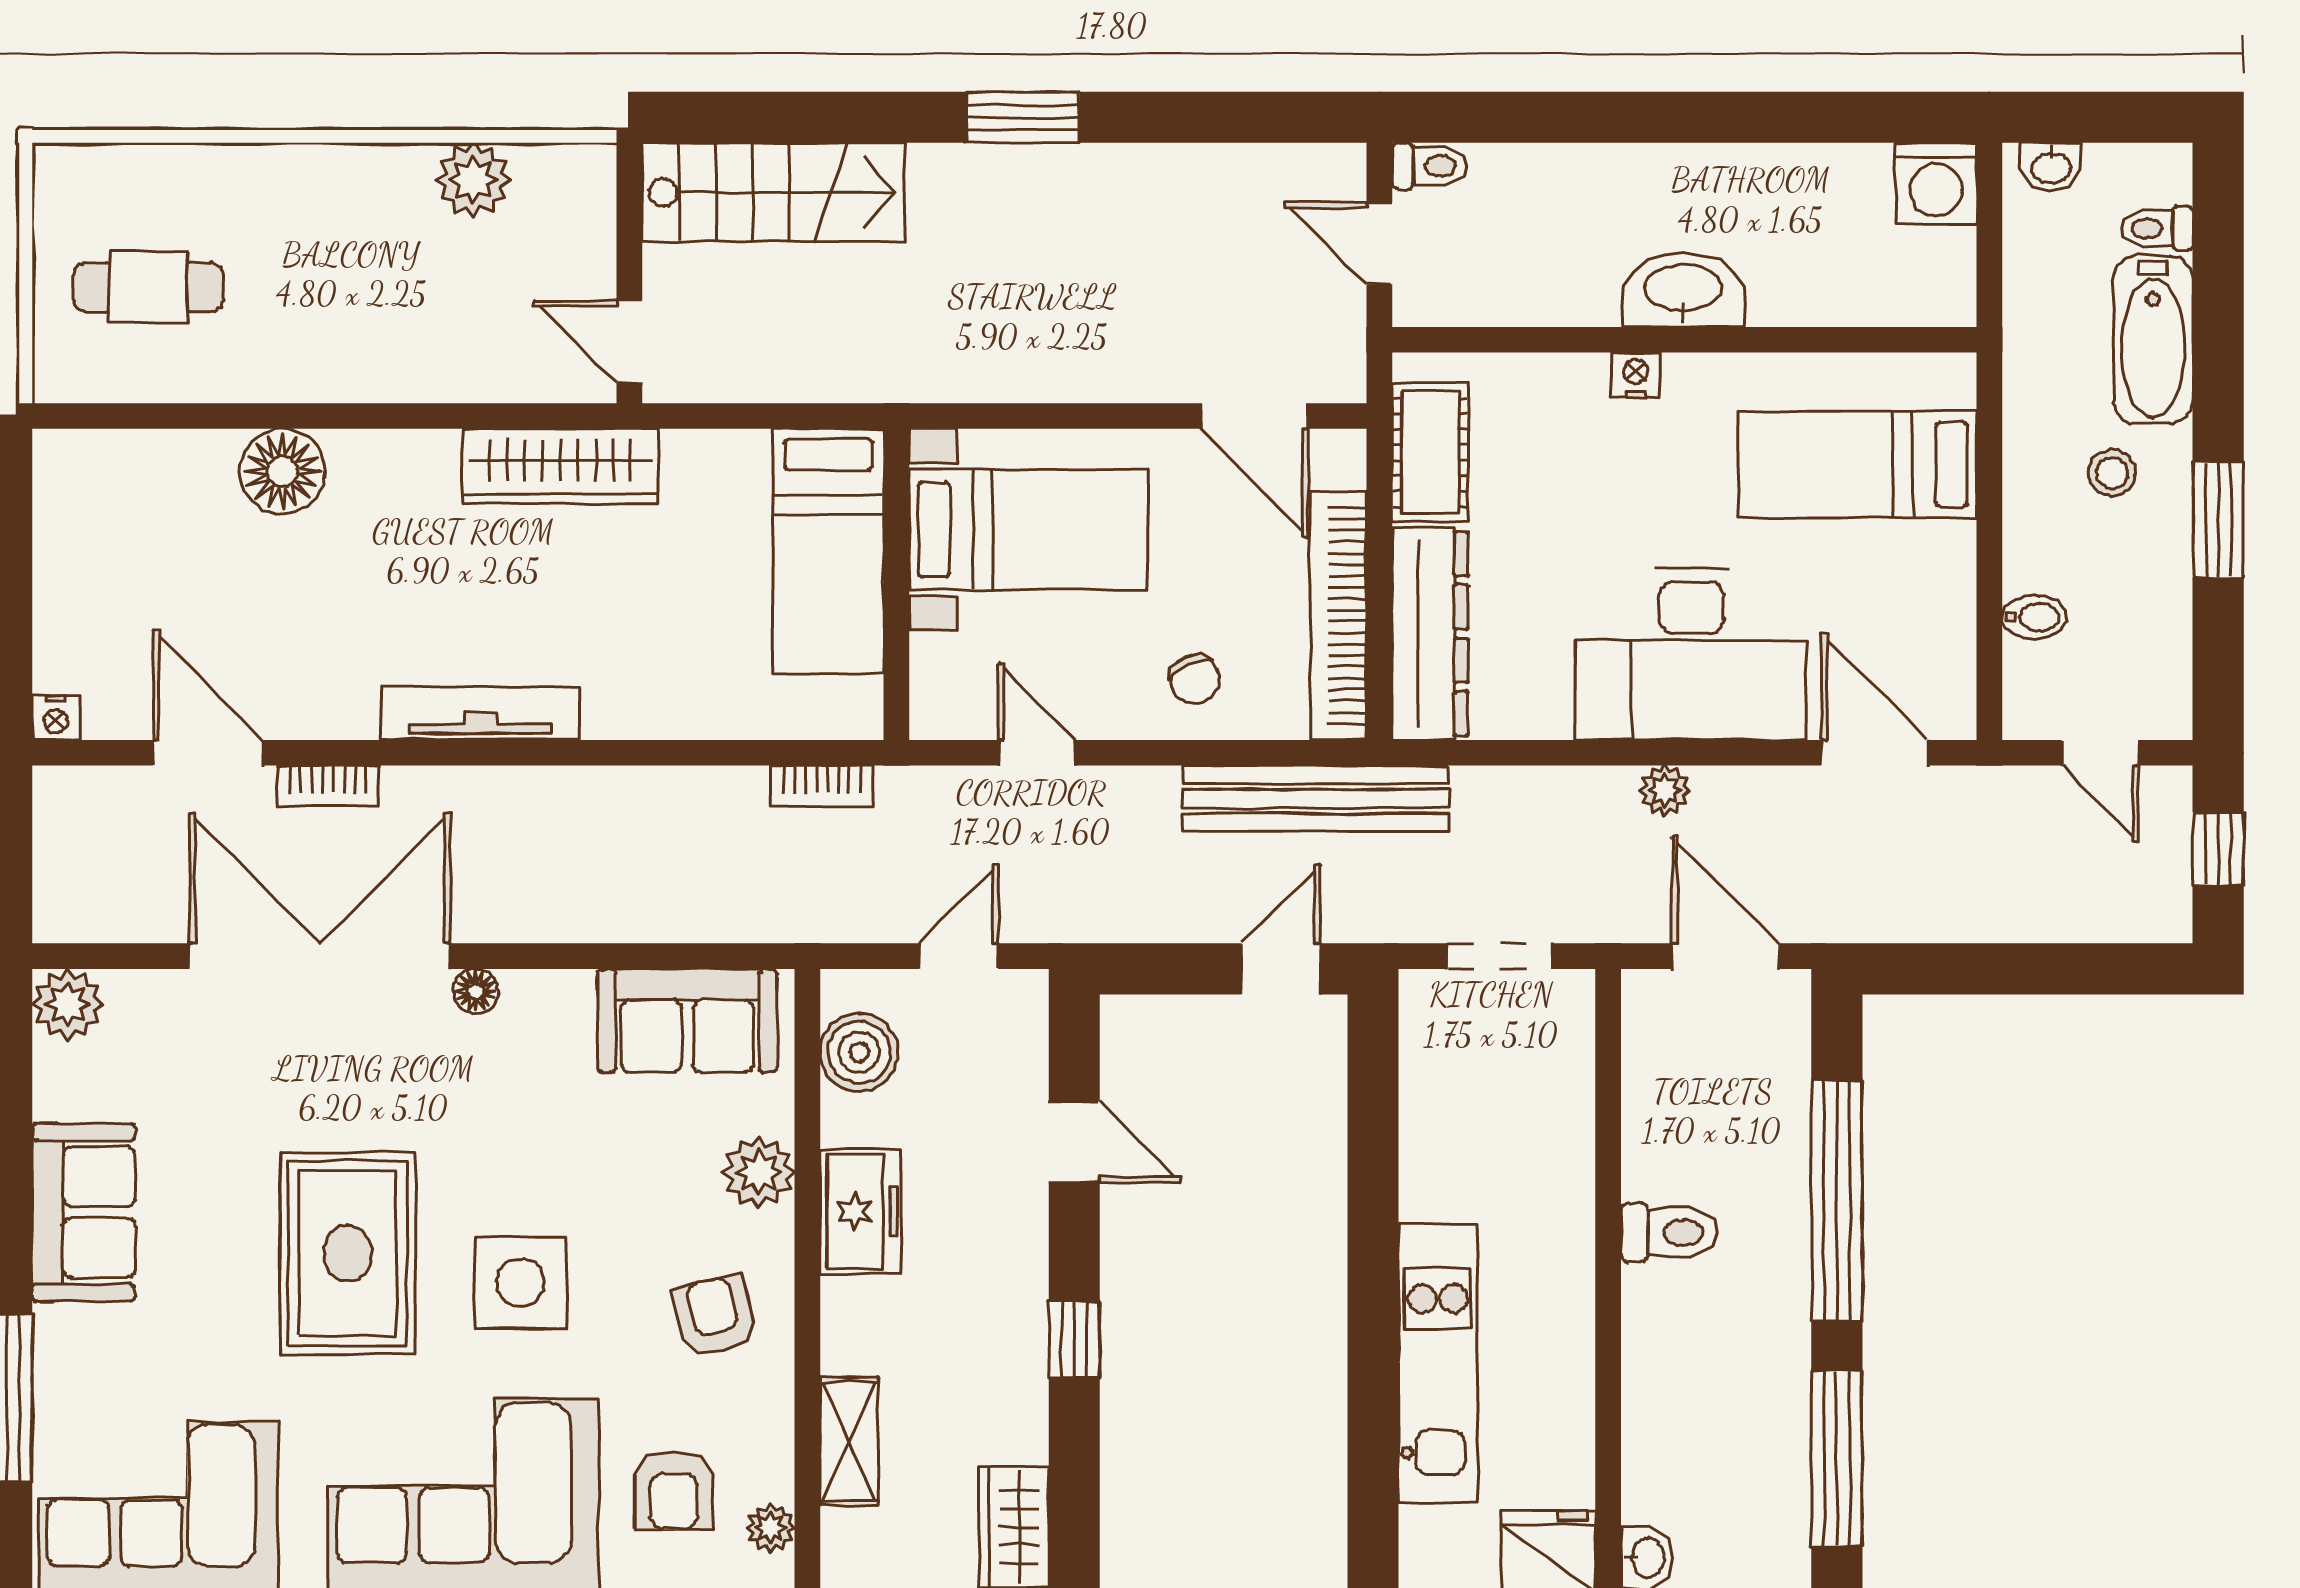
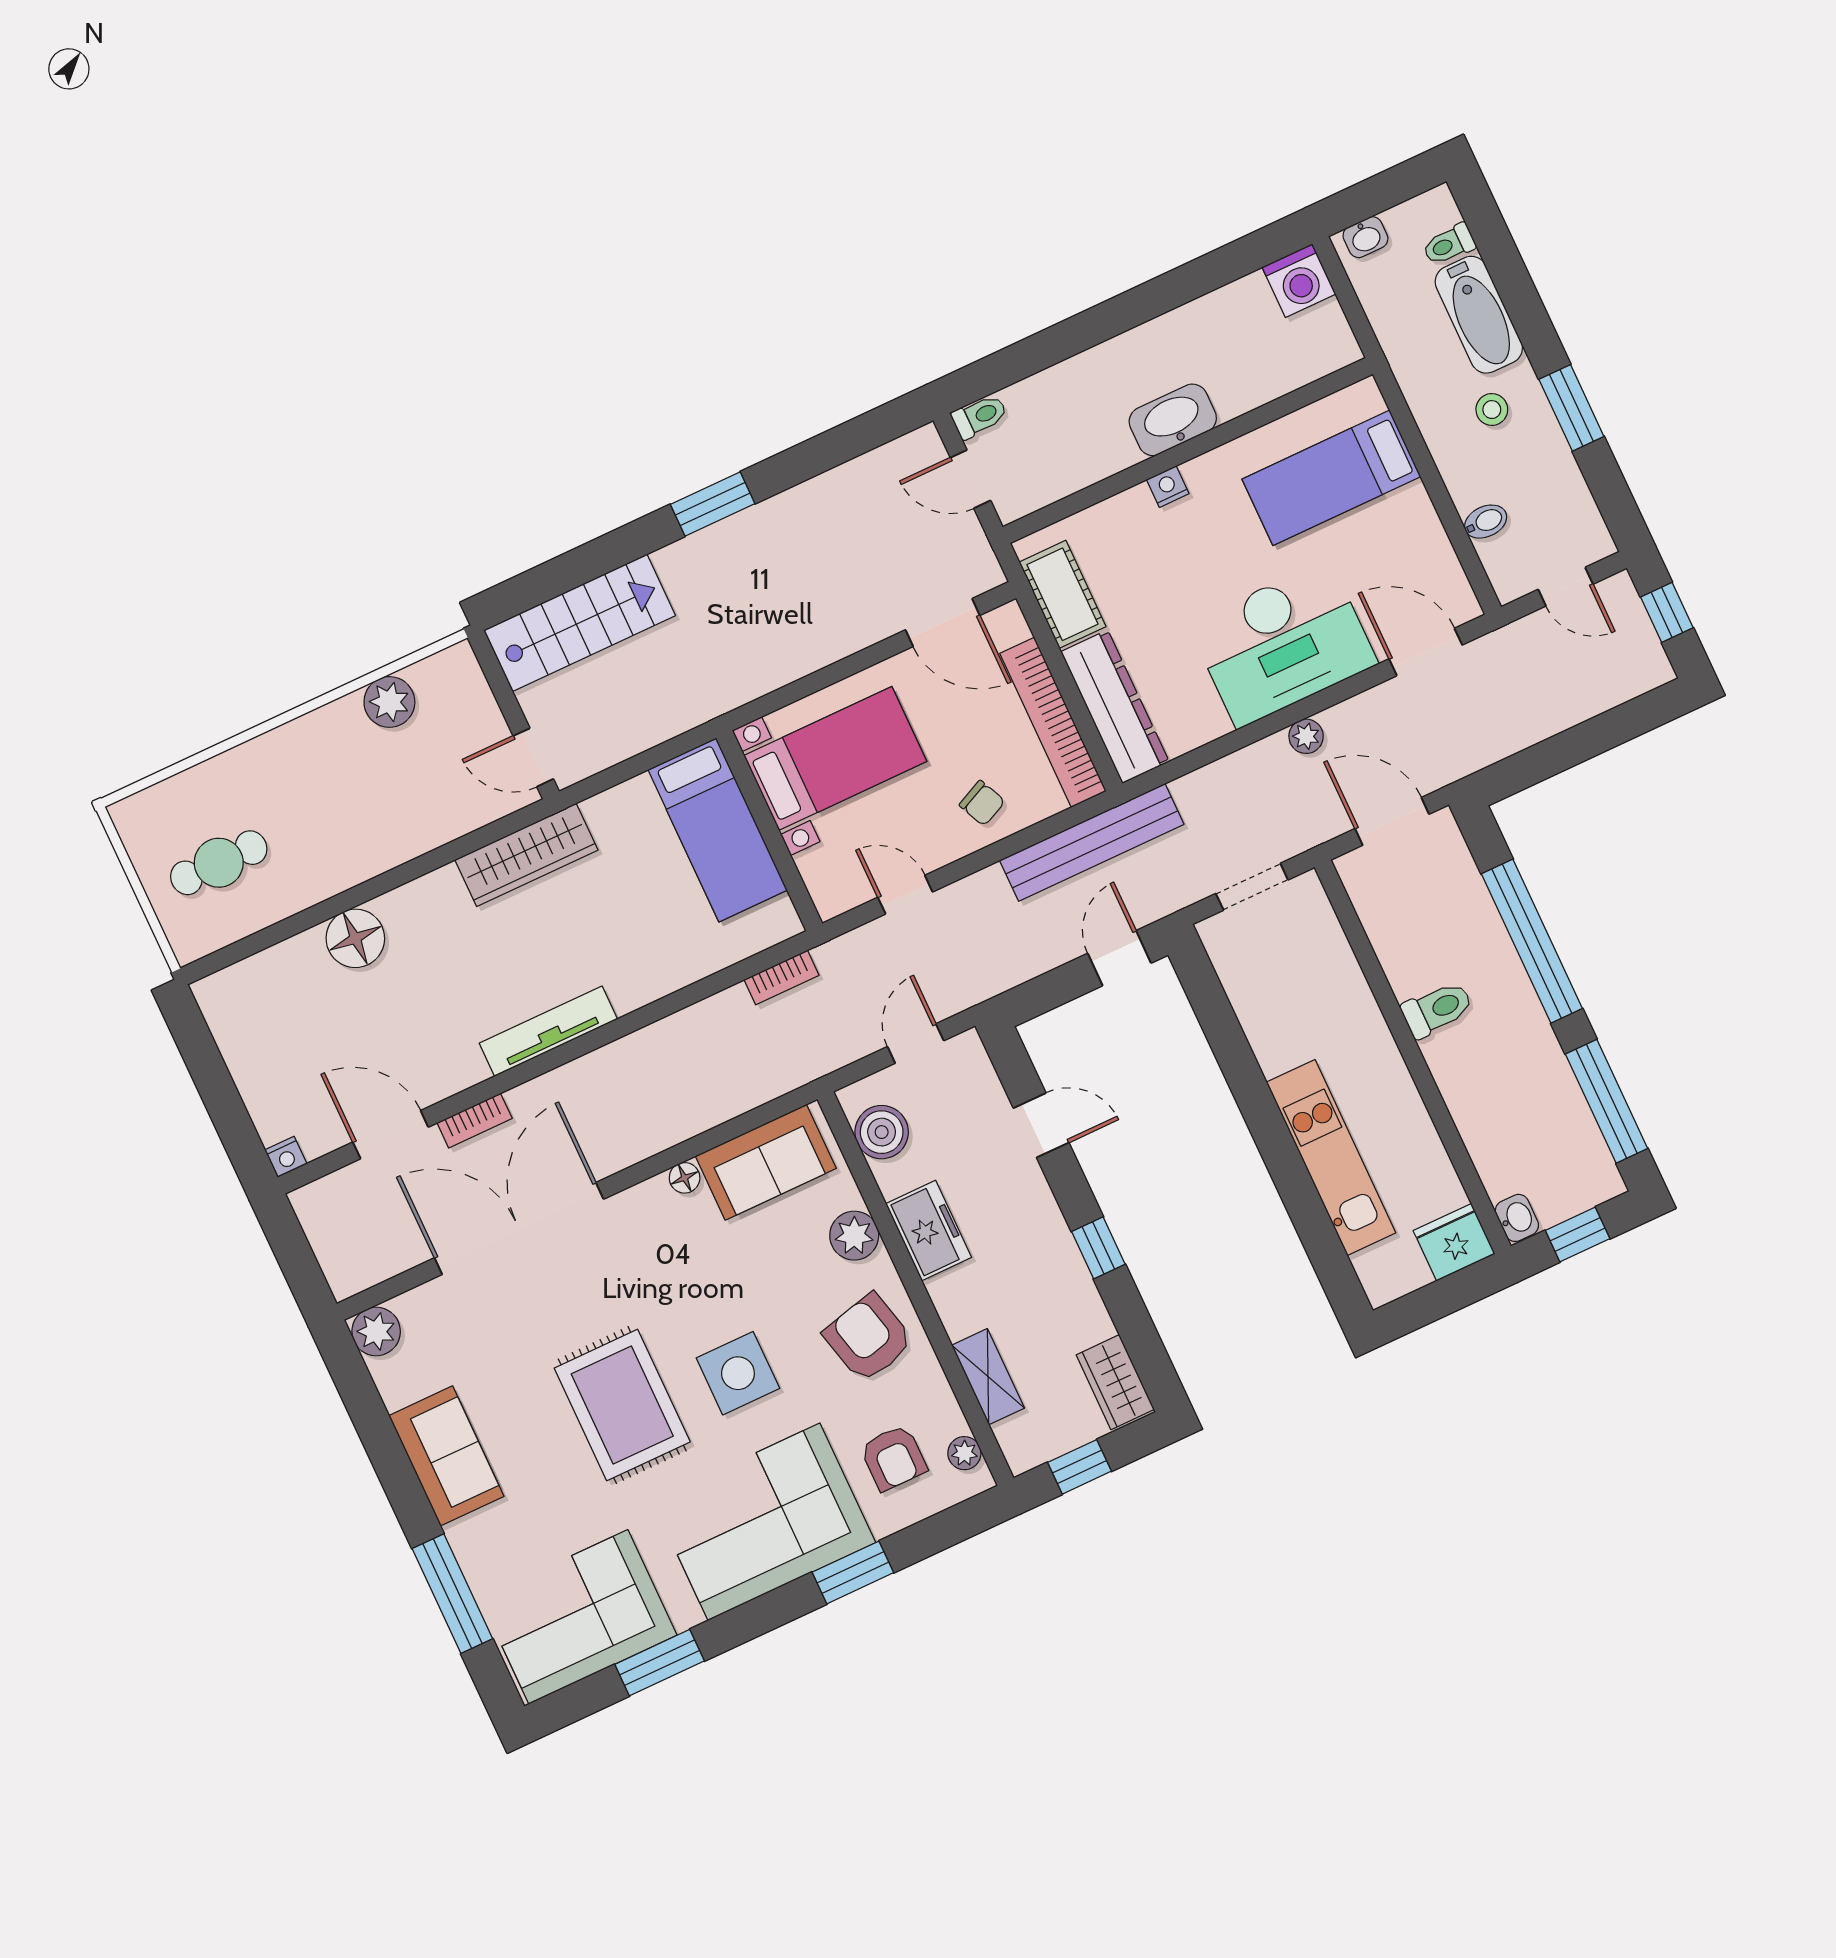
floor lamp: (476, 991) -> (685, 1178), moved
armchair: (715, 1316) -> (868, 1338), width x1.38, depth x1.38

